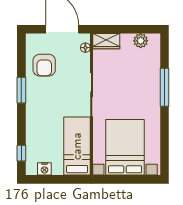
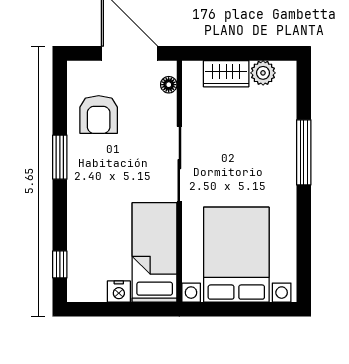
wardrobe: (106, 41) -> (226, 74), moved
nightstand: (44, 169) -> (119, 291), moved

